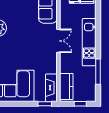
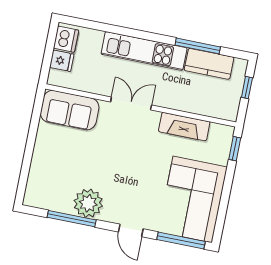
kitchen counter: (66, 86) -> (209, 64), moved, turned 180
fireplace: (51, 88) -> (184, 127), moved

